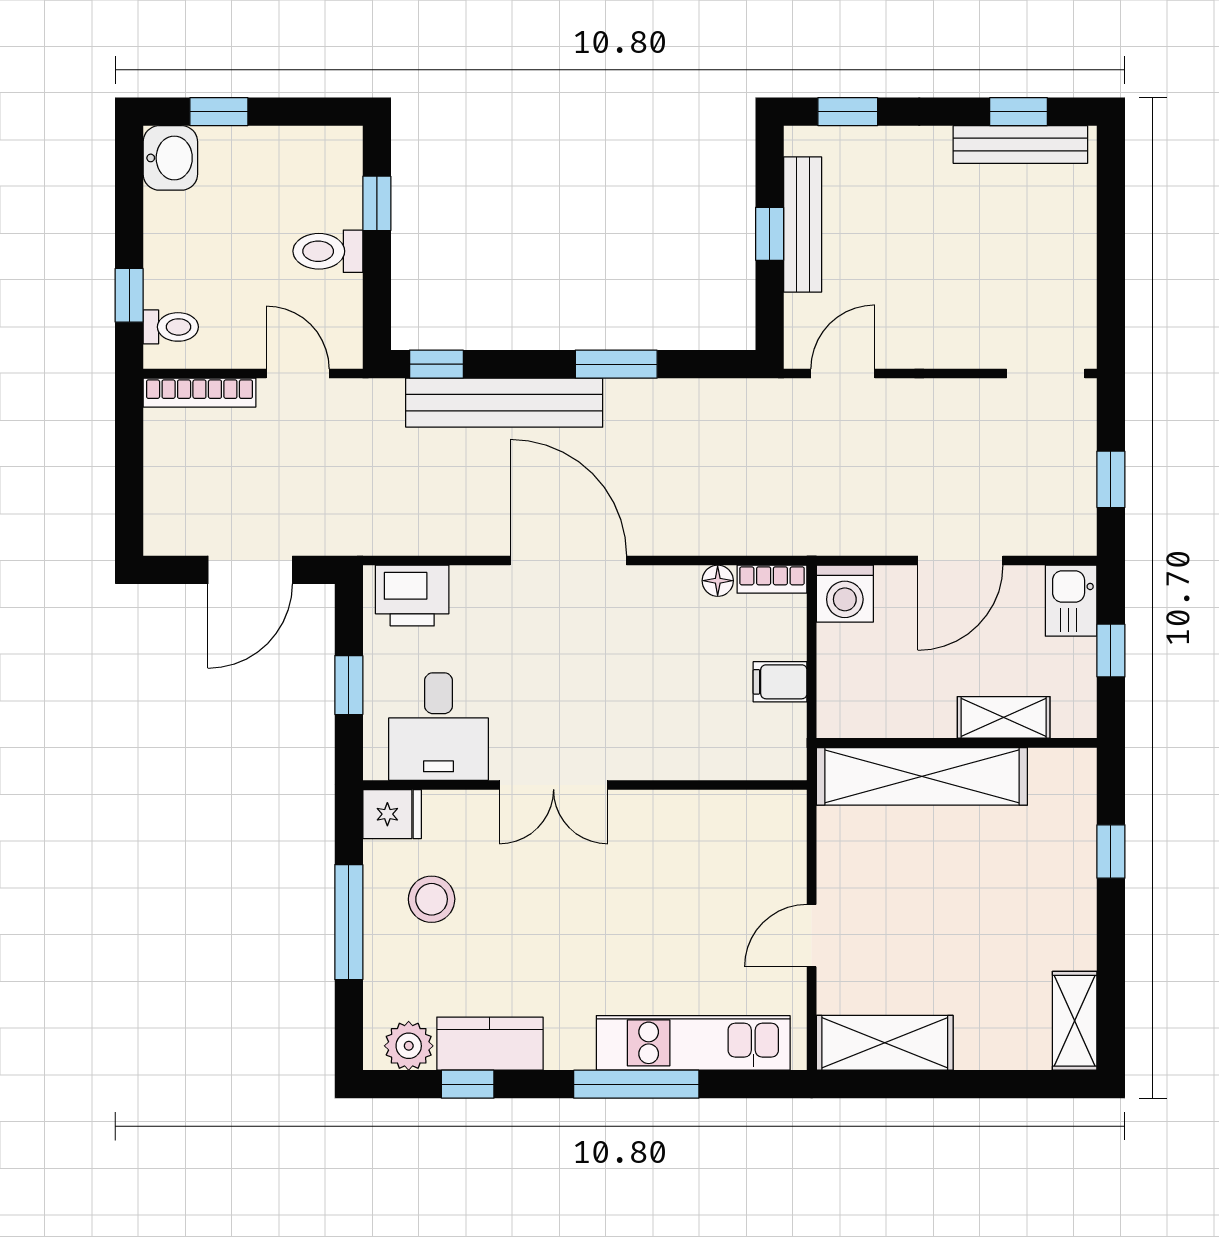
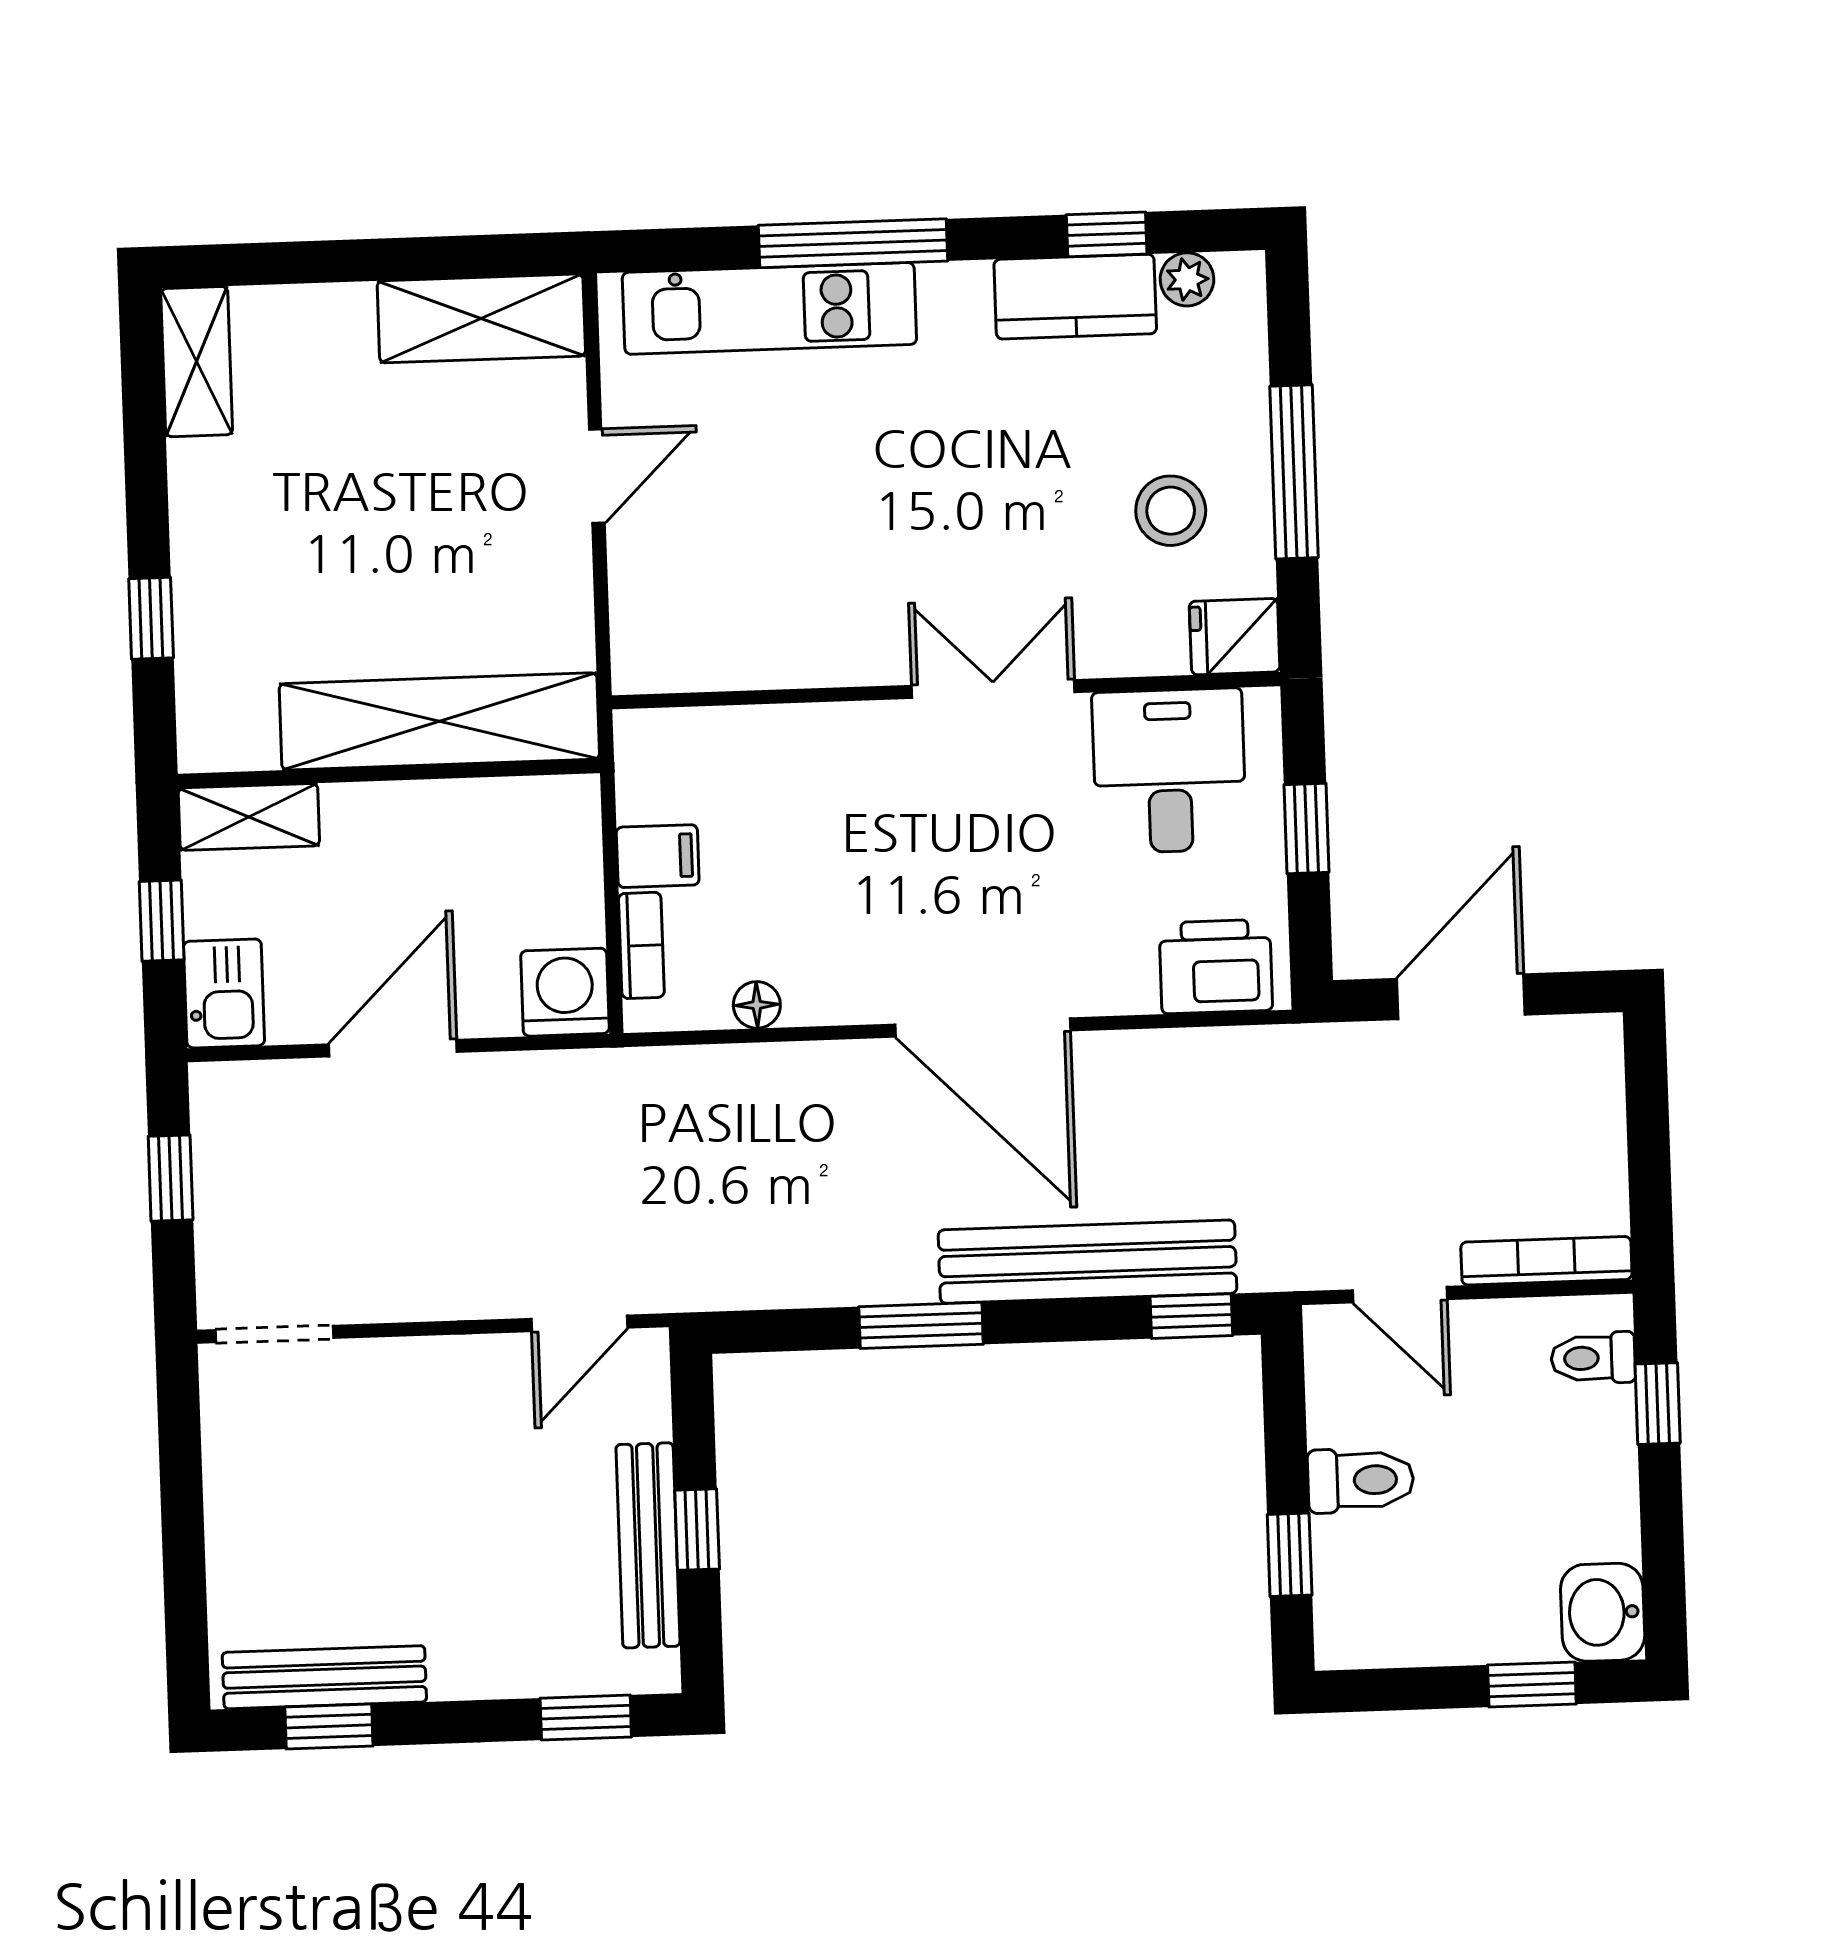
bookcase: (772, 579) -> (641, 945), moved, turned 90
shelving: (1004, 717) -> (249, 817), moved
plant: (409, 1046) -> (1187, 279), width x0.73, depth x0.73

